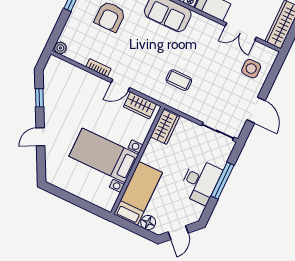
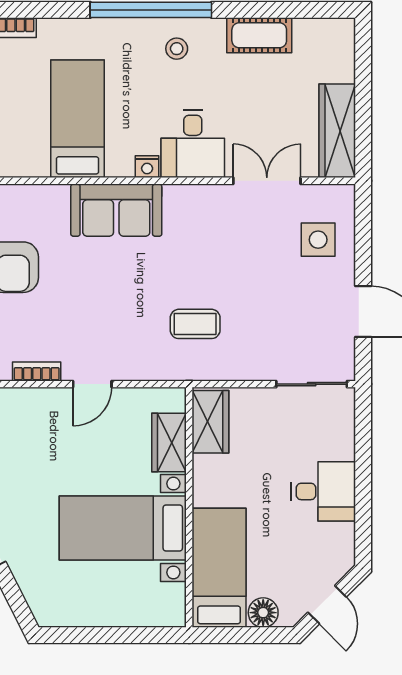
double door: (241, 32) -> (267, 181), swing flipped
wardrobe: (140, 105) -> (169, 442), moved, turned 90
desk: (200, 181) -> (323, 491), width x0.73
window: (223, 181) -> (363, 470), removed

